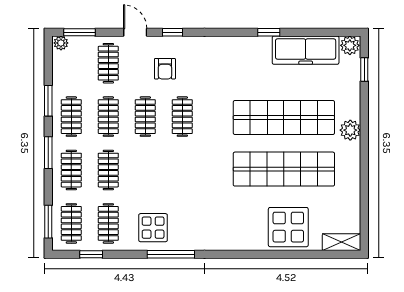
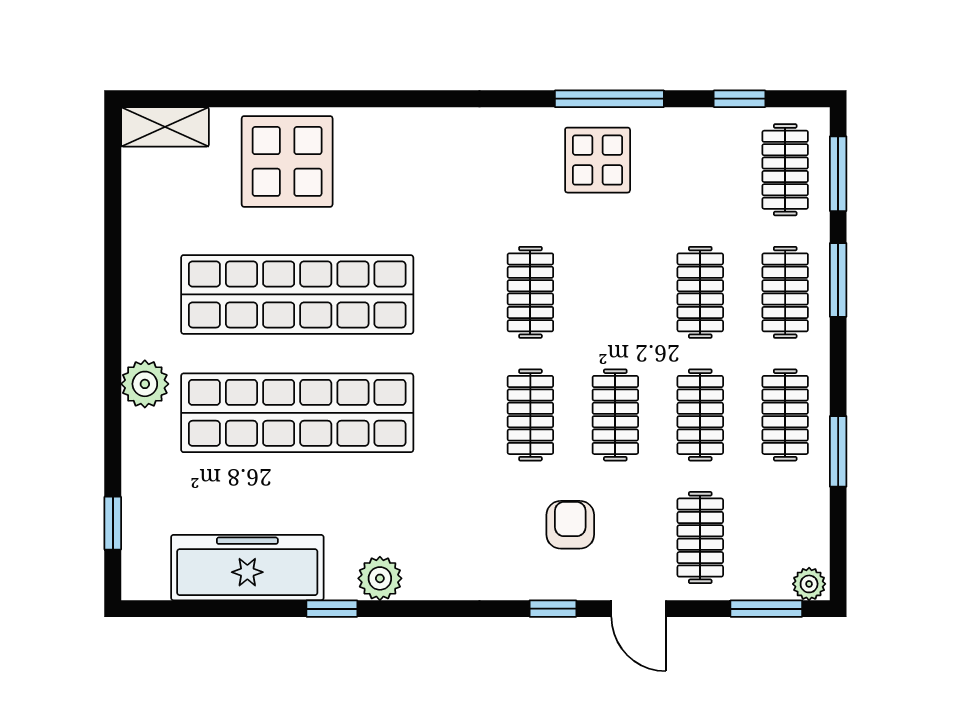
plant: (350, 45) -> (380, 578), moved
window: (48, 153) -> (838, 280), moved
clothes rail: (108, 223) -> (530, 292), moved
window: (171, 254) -> (609, 99), moved

